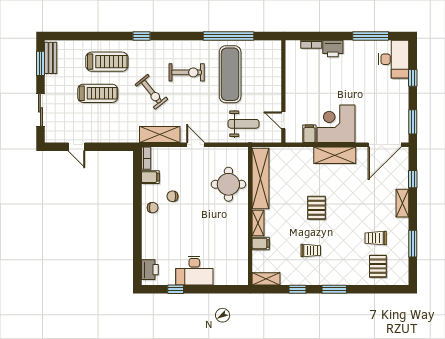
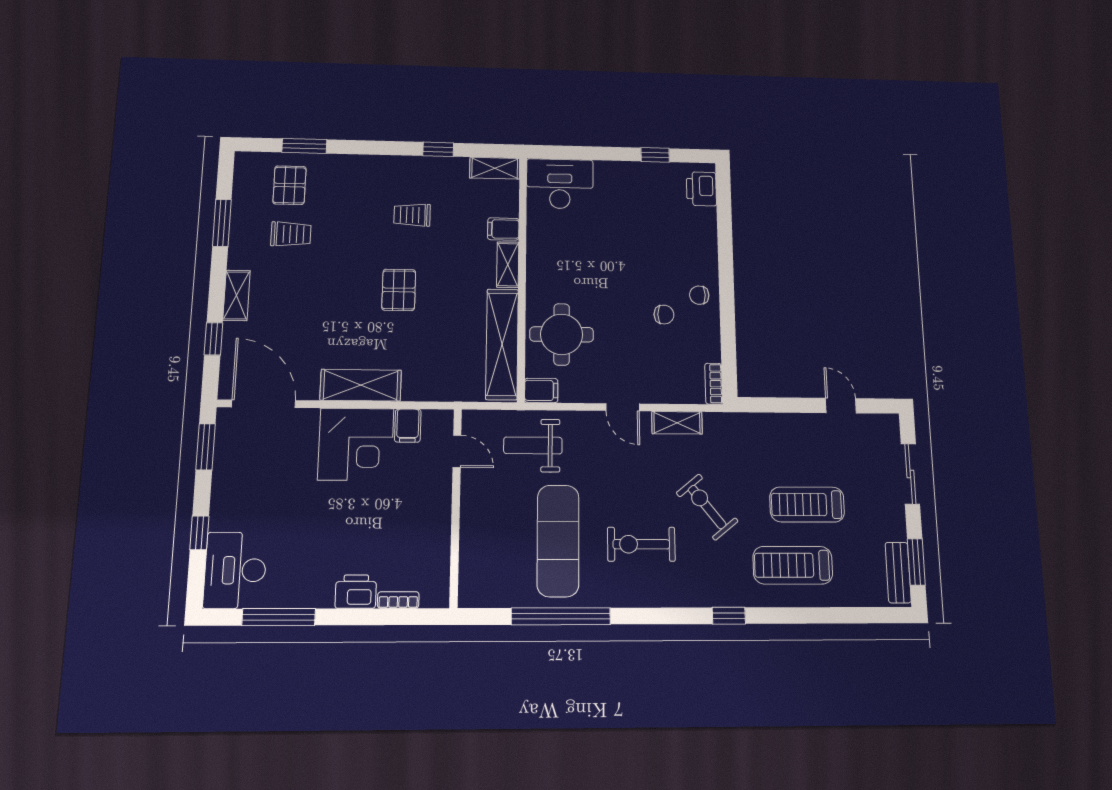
shelving: (160, 135) -> (677, 423), width x0.67, depth x0.75
door: (385, 145) -> (264, 404), hinge flipped
filing cabinet: (150, 177) -> (541, 390), moved, turned 180
desk: (194, 271) -> (560, 184), moved
window: (334, 289) -> (304, 146), moved

